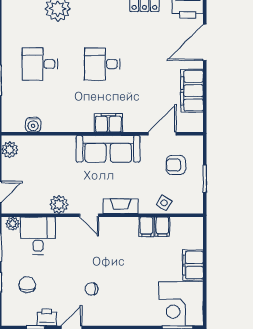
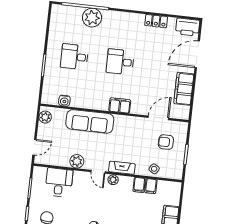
sofa: (108, 149) -> (90, 121), moved
plant: (13, 224) -> (113, 180), moved

